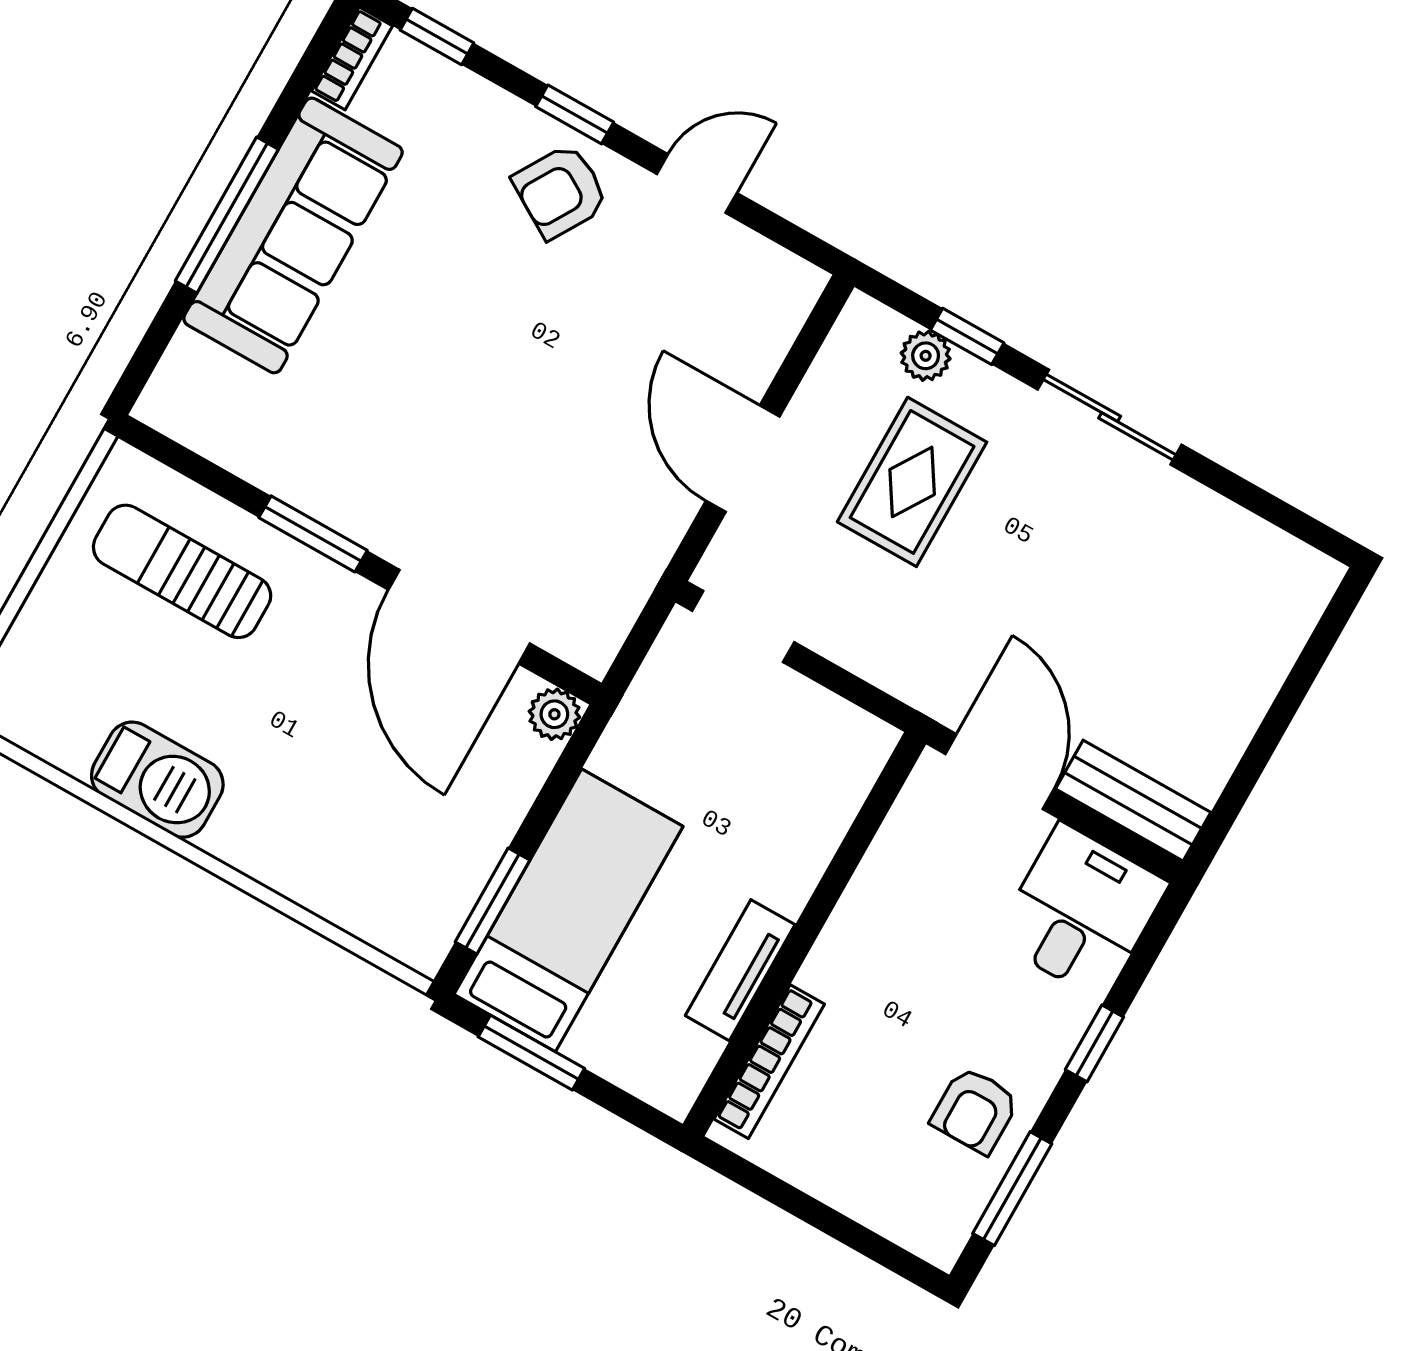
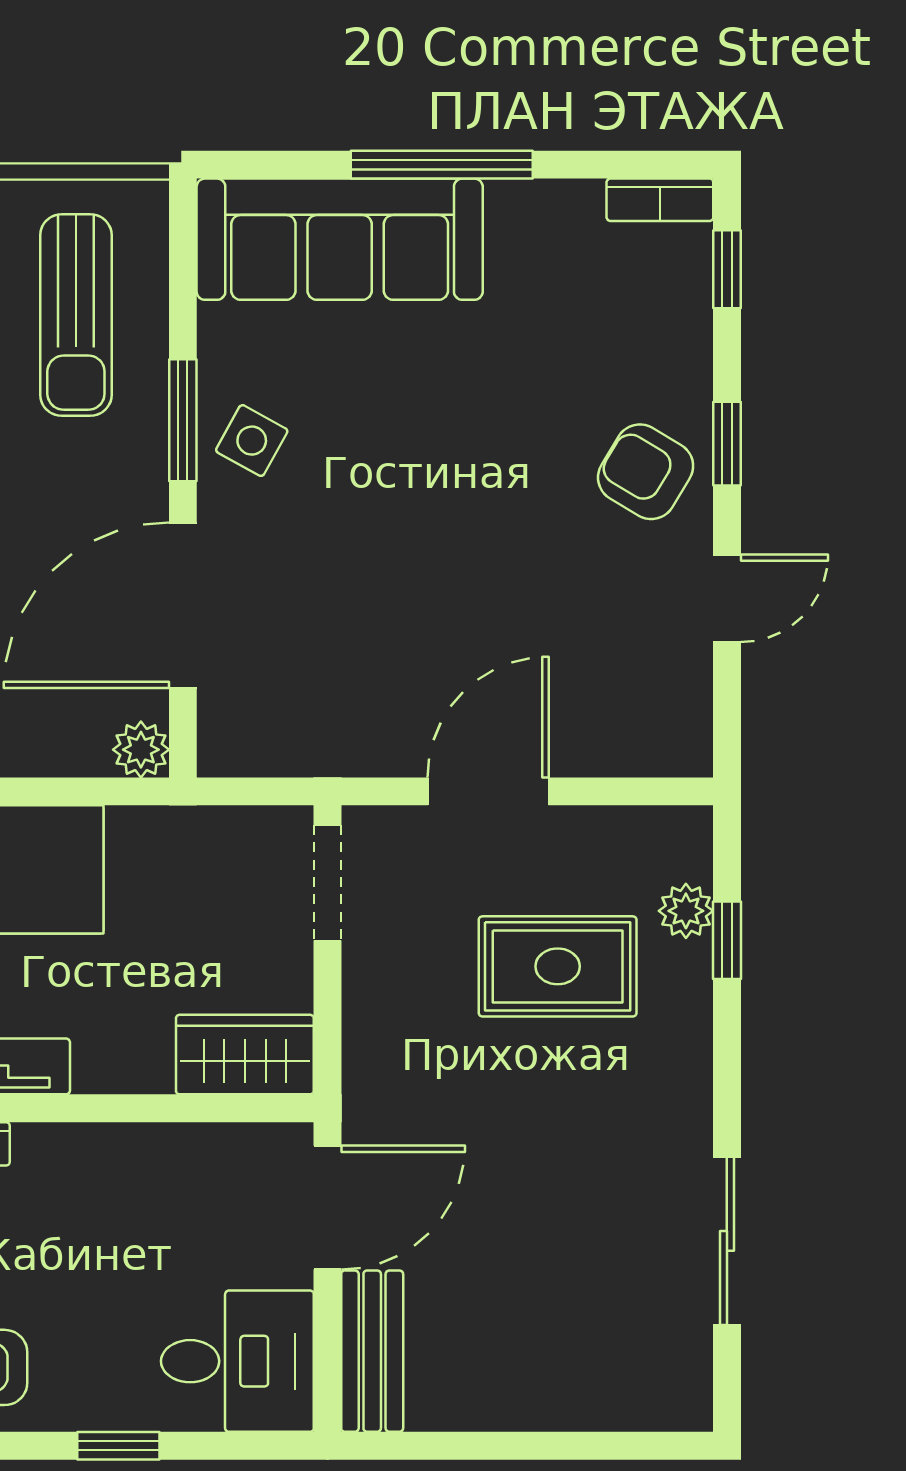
door: (697, 184) -> (727, 598), hinge flipped
sofa: (293, 235) -> (340, 239), moved
sliding door: (1110, 417) -> (727, 1241), moved
side table: (360, 489) -> (252, 441), added
sun lounger: (182, 571) -> (76, 315), turned 180
wardrobe: (842, 769) -> (245, 1055), added

